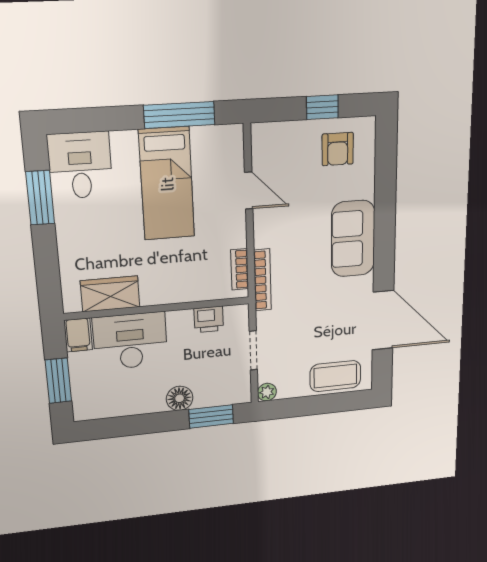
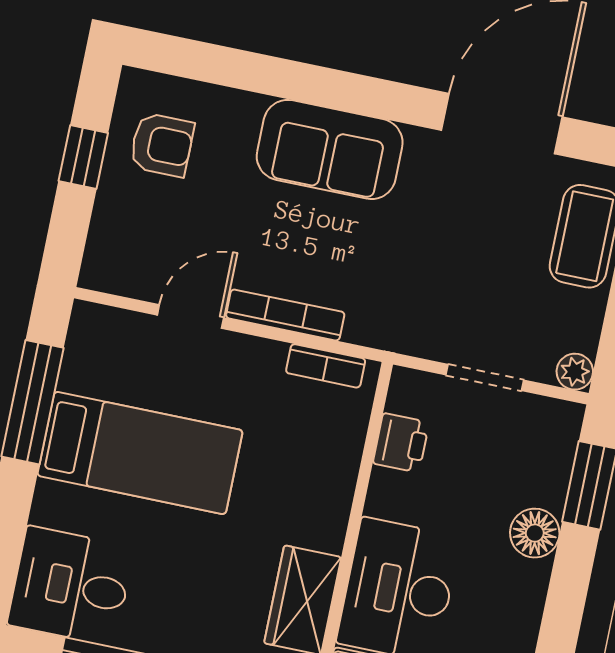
bookcase: (262, 280) -> (285, 315), moved

